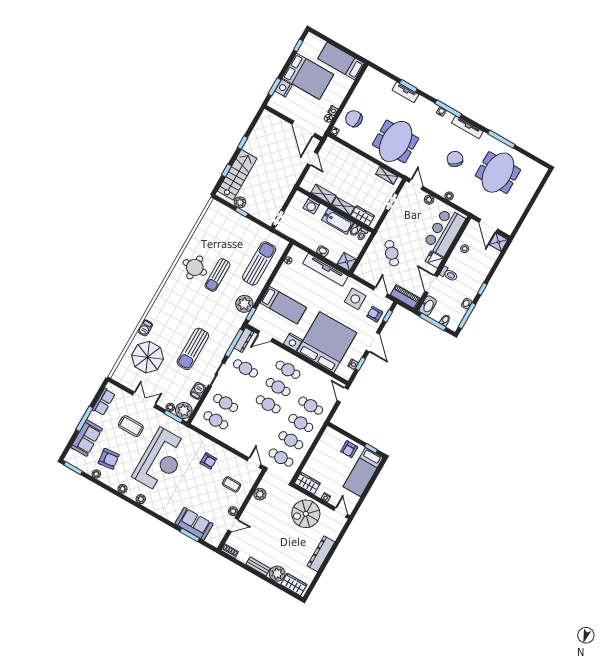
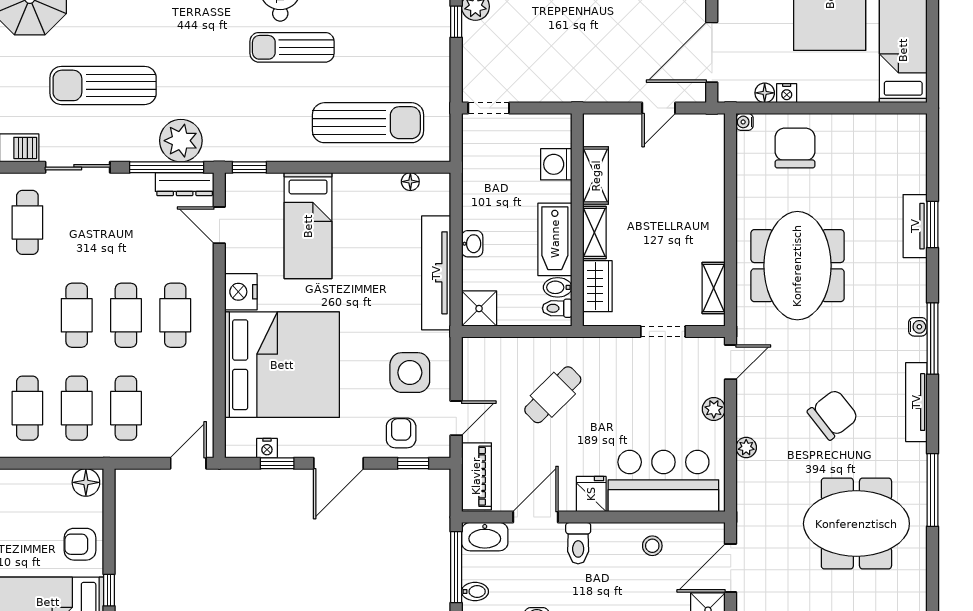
meeting table: (396, 141) -> (797, 266), turned 90
plant: (244, 304) -> (181, 141), moved
cafe table: (245, 368) -> (126, 222), removed
floor lamp: (329, 435) -> (86, 482), added

